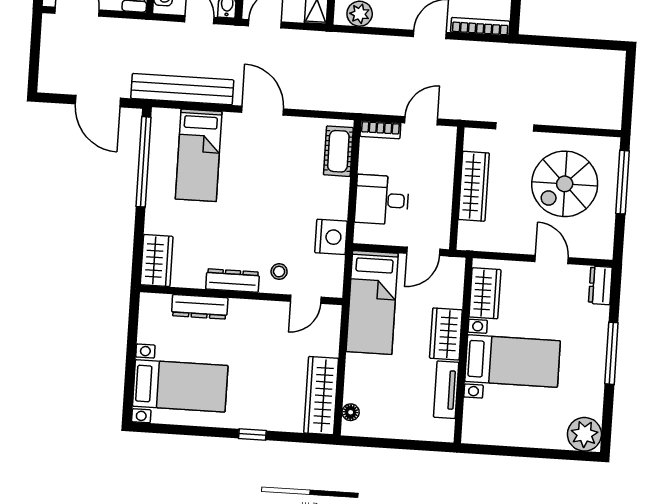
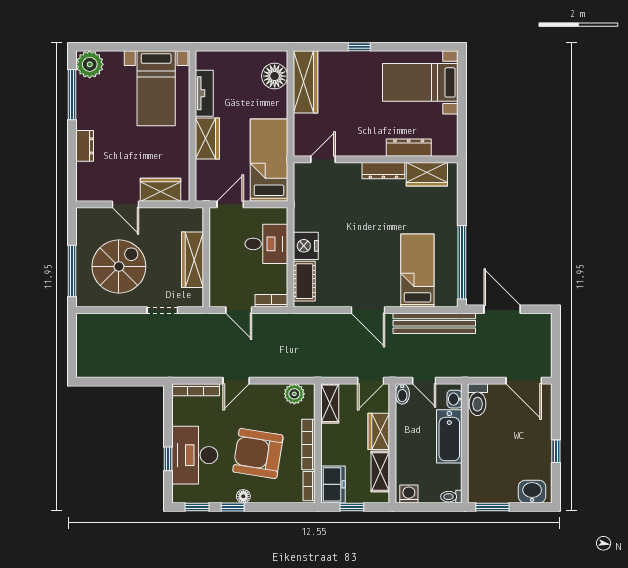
door: (421, 121) -> (239, 310), hinge flipped
nightstand: (331, 237) -> (306, 246), moved
wardrobe: (157, 261) -> (427, 174), moved, turned -90
stool: (279, 272) -> (346, 180), removed
dresser: (600, 285) -> (85, 146), moved
wardrobe: (485, 293) -> (160, 190), moved, turned 90
window: (611, 353) -> (72, 95), moved
bed with nightstands: (513, 361) -> (156, 88), moved, turned -90
floor lamp: (351, 412) -> (275, 76), width x1.89, depth x1.89

